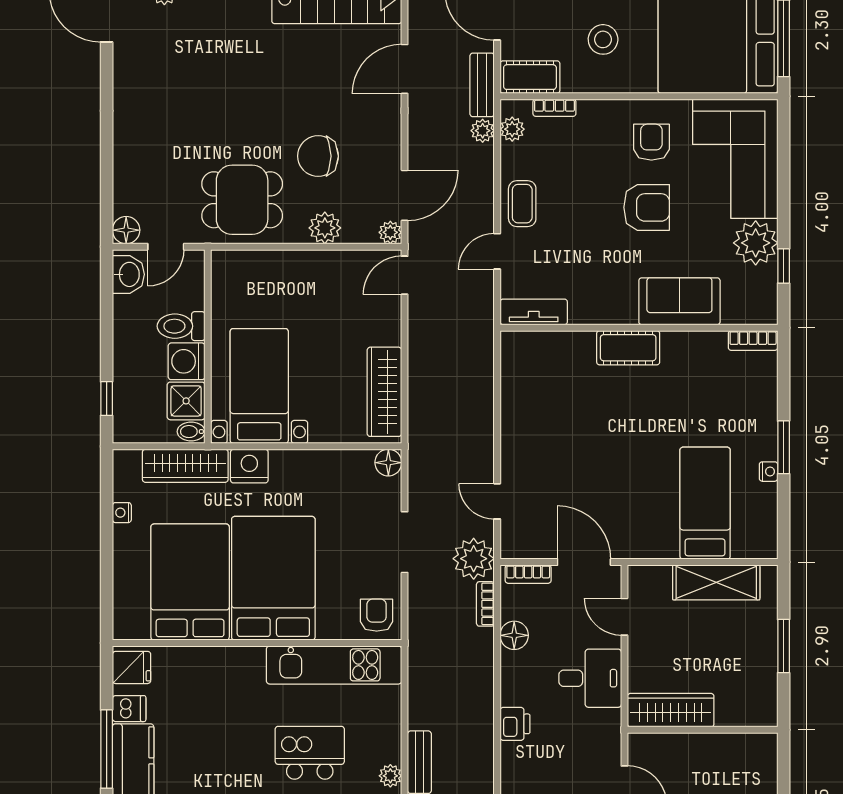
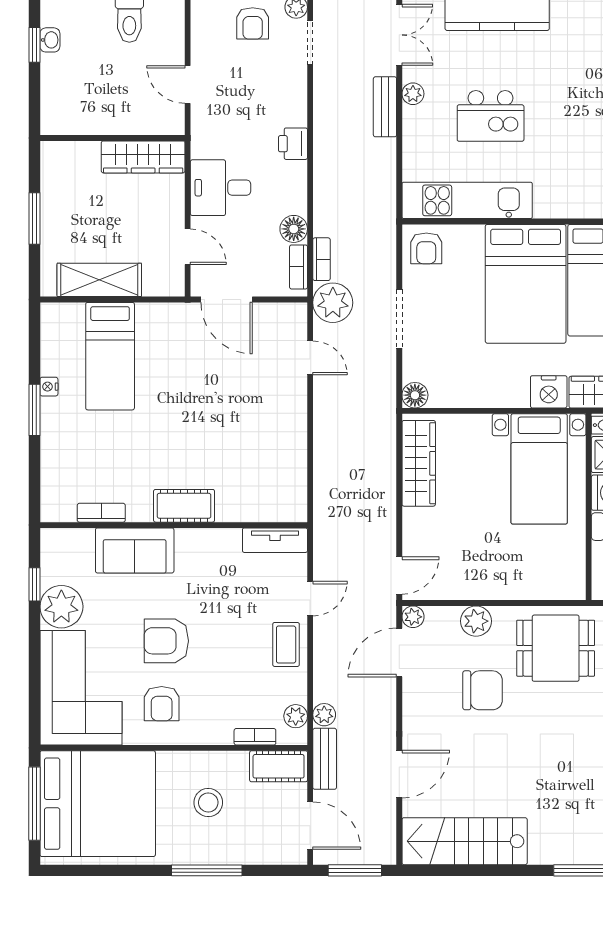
bookcase: (753, 340) -> (101, 513), moved
bookcase: (528, 574) -> (299, 267), moved, turned -90

